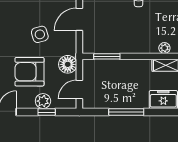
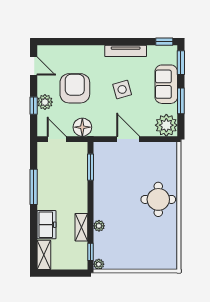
side table: (40, 34) -> (122, 89), moved

